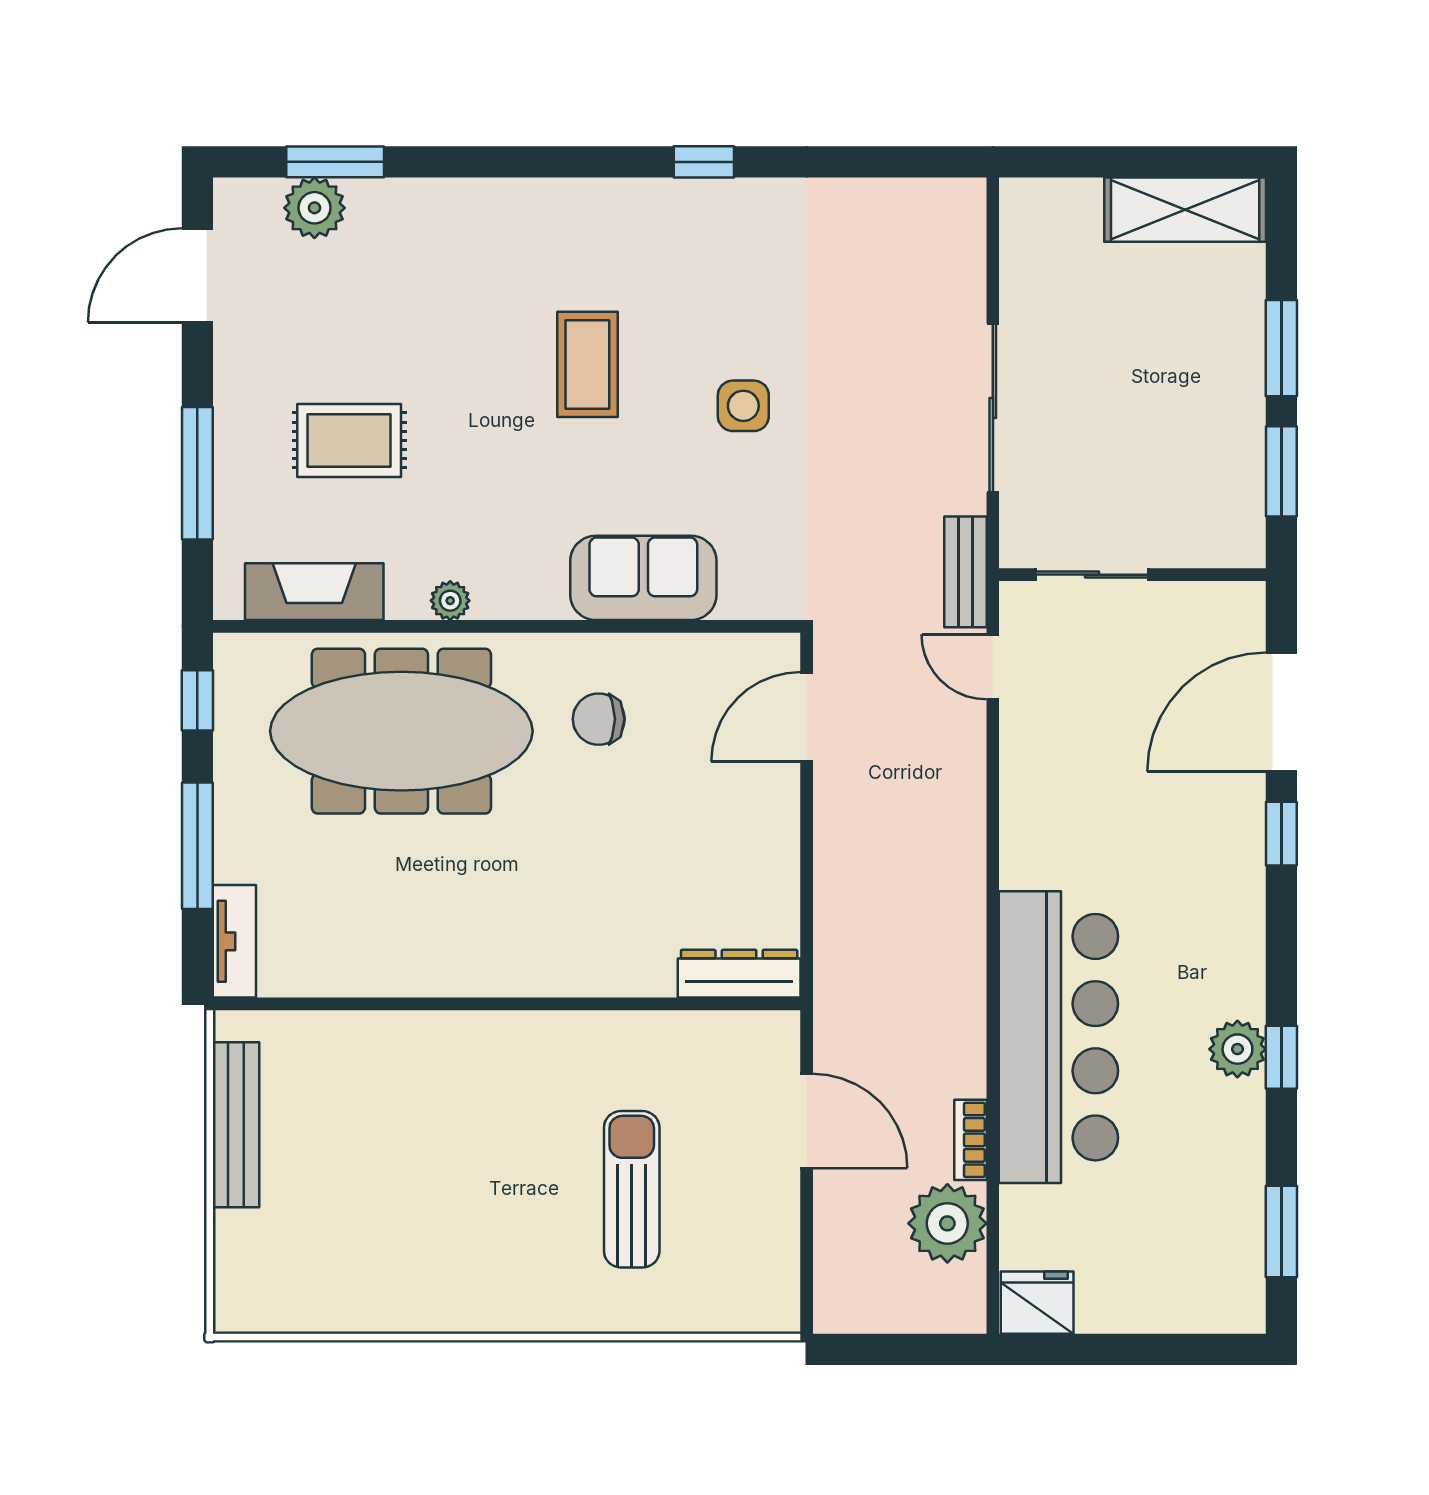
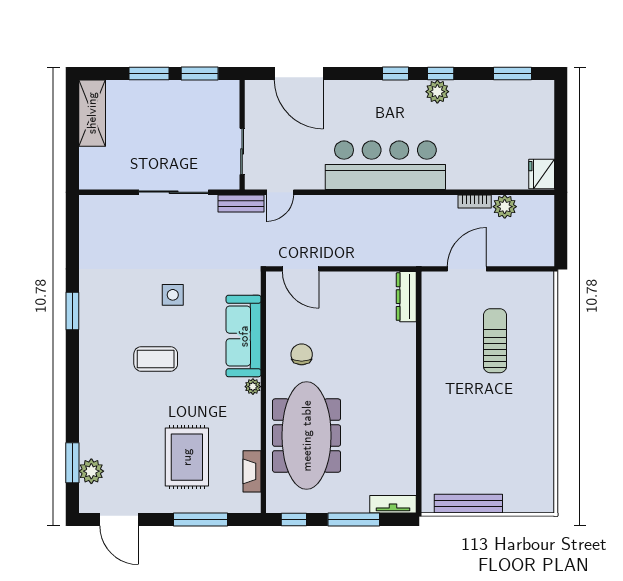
window: (704, 162) -> (72, 311), width x1.50
rug: (349, 440) -> (187, 457), width x1.36, depth x1.43
sofa: (643, 578) -> (244, 336), width x1.36
fireplace: (314, 592) -> (252, 471), width x0.73, depth x0.76
plant: (450, 601) -> (253, 387), moved
chair: (599, 719) -> (302, 354), turned 180
window: (1281, 834) -> (396, 74), moved
bar counter: (1058, 1037) -> (385, 165), moved
sun lounger: (632, 1189) -> (495, 341), turned 90
plant: (947, 1223) -> (505, 207), width x0.73, depth x0.73

